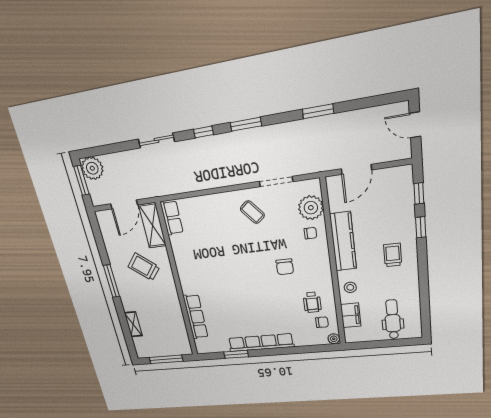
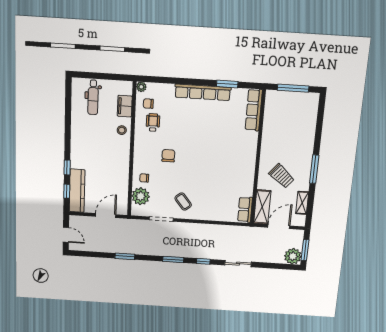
kitchen counter: (343, 242) -> (77, 191), moved, turned 180
trolley: (393, 255) -> (88, 150), removed
row of seats: (196, 317) -> (254, 110), moved
shelving: (133, 324) -> (302, 203), moved

